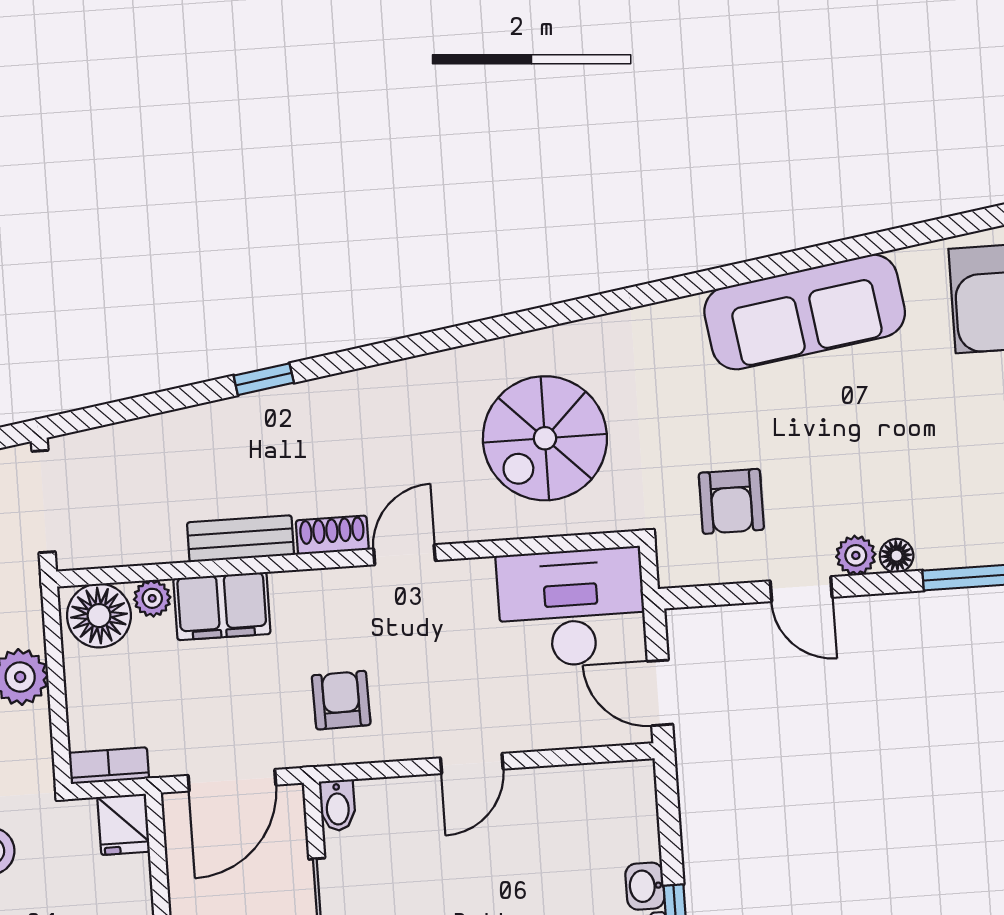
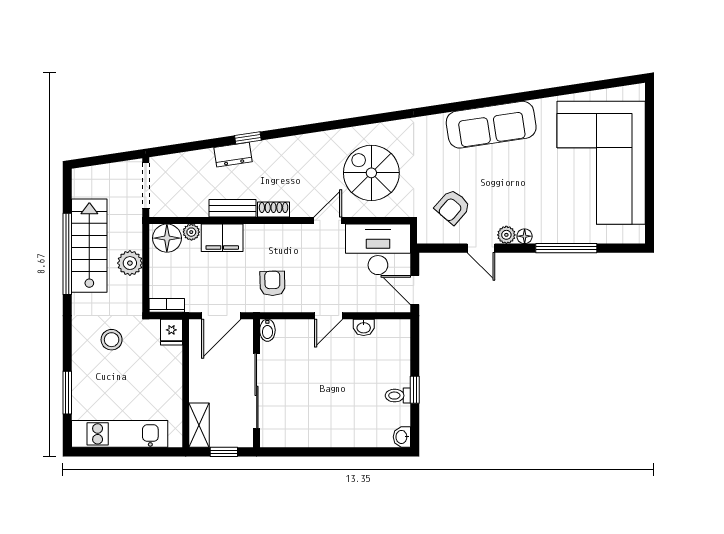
dresser: (233, 419) -> (233, 155), added
spiral stairs: (545, 438) -> (371, 173), turned 90
armchair: (731, 501) -> (453, 207), turned 41
door: (404, 555) -> (328, 220), moved
washbasin: (645, 886) -> (364, 327), moved, turned -90

